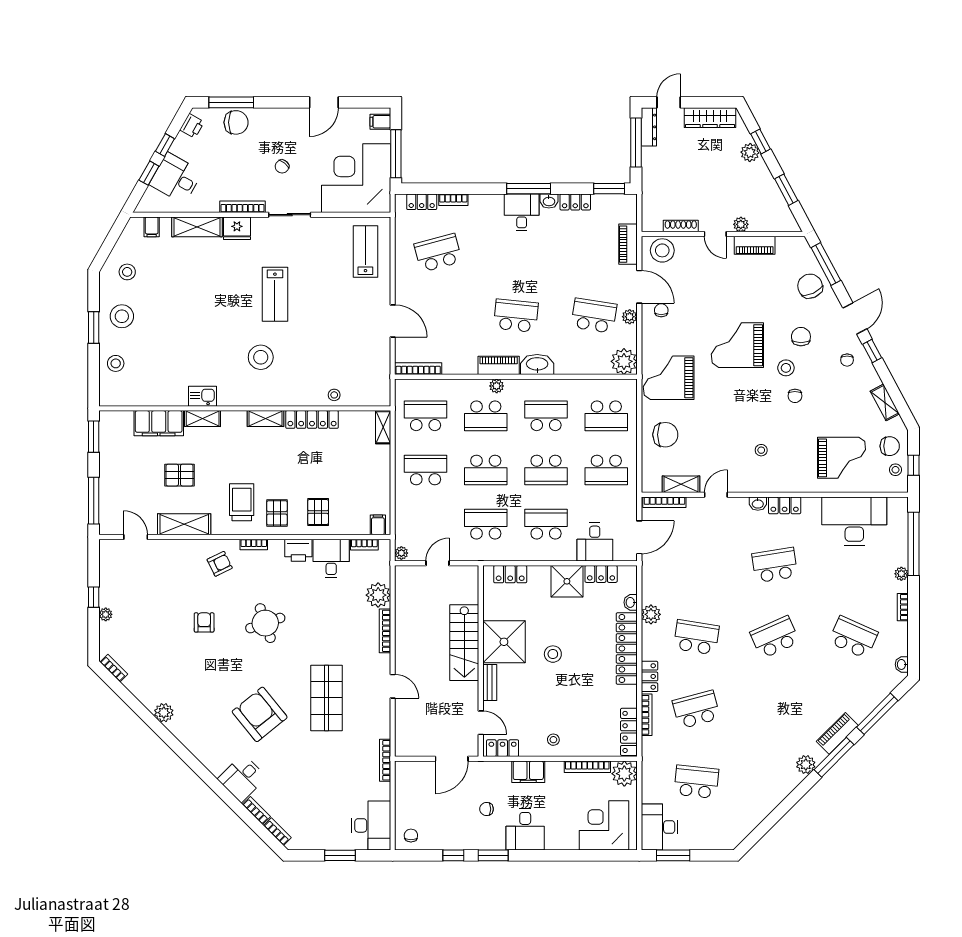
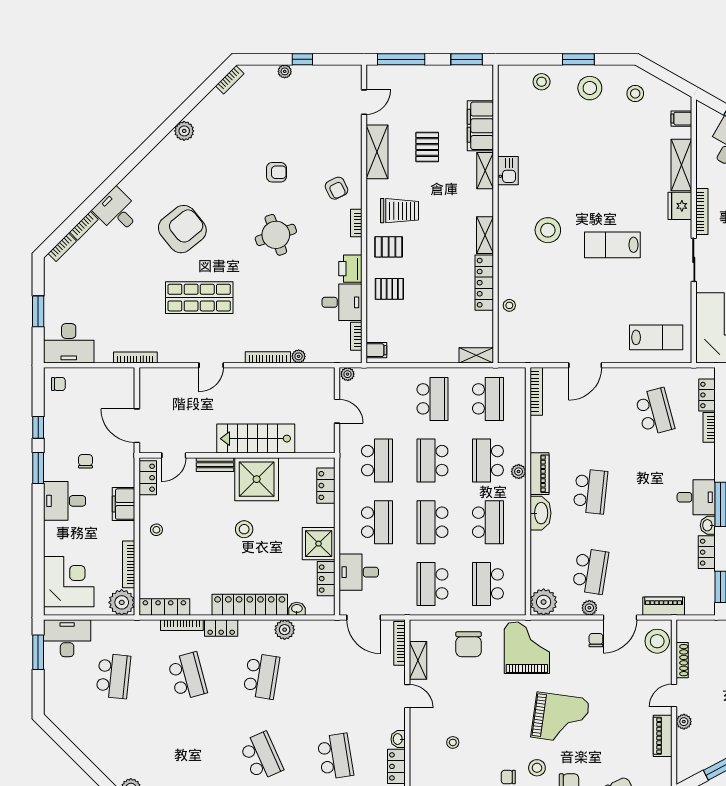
chair: (661, 310) -> (596, 640), turned -90
grand piano: (737, 345) -> (560, 718), turned 98
plant: (378, 595) -> (299, 356), width x0.53, depth x0.53

